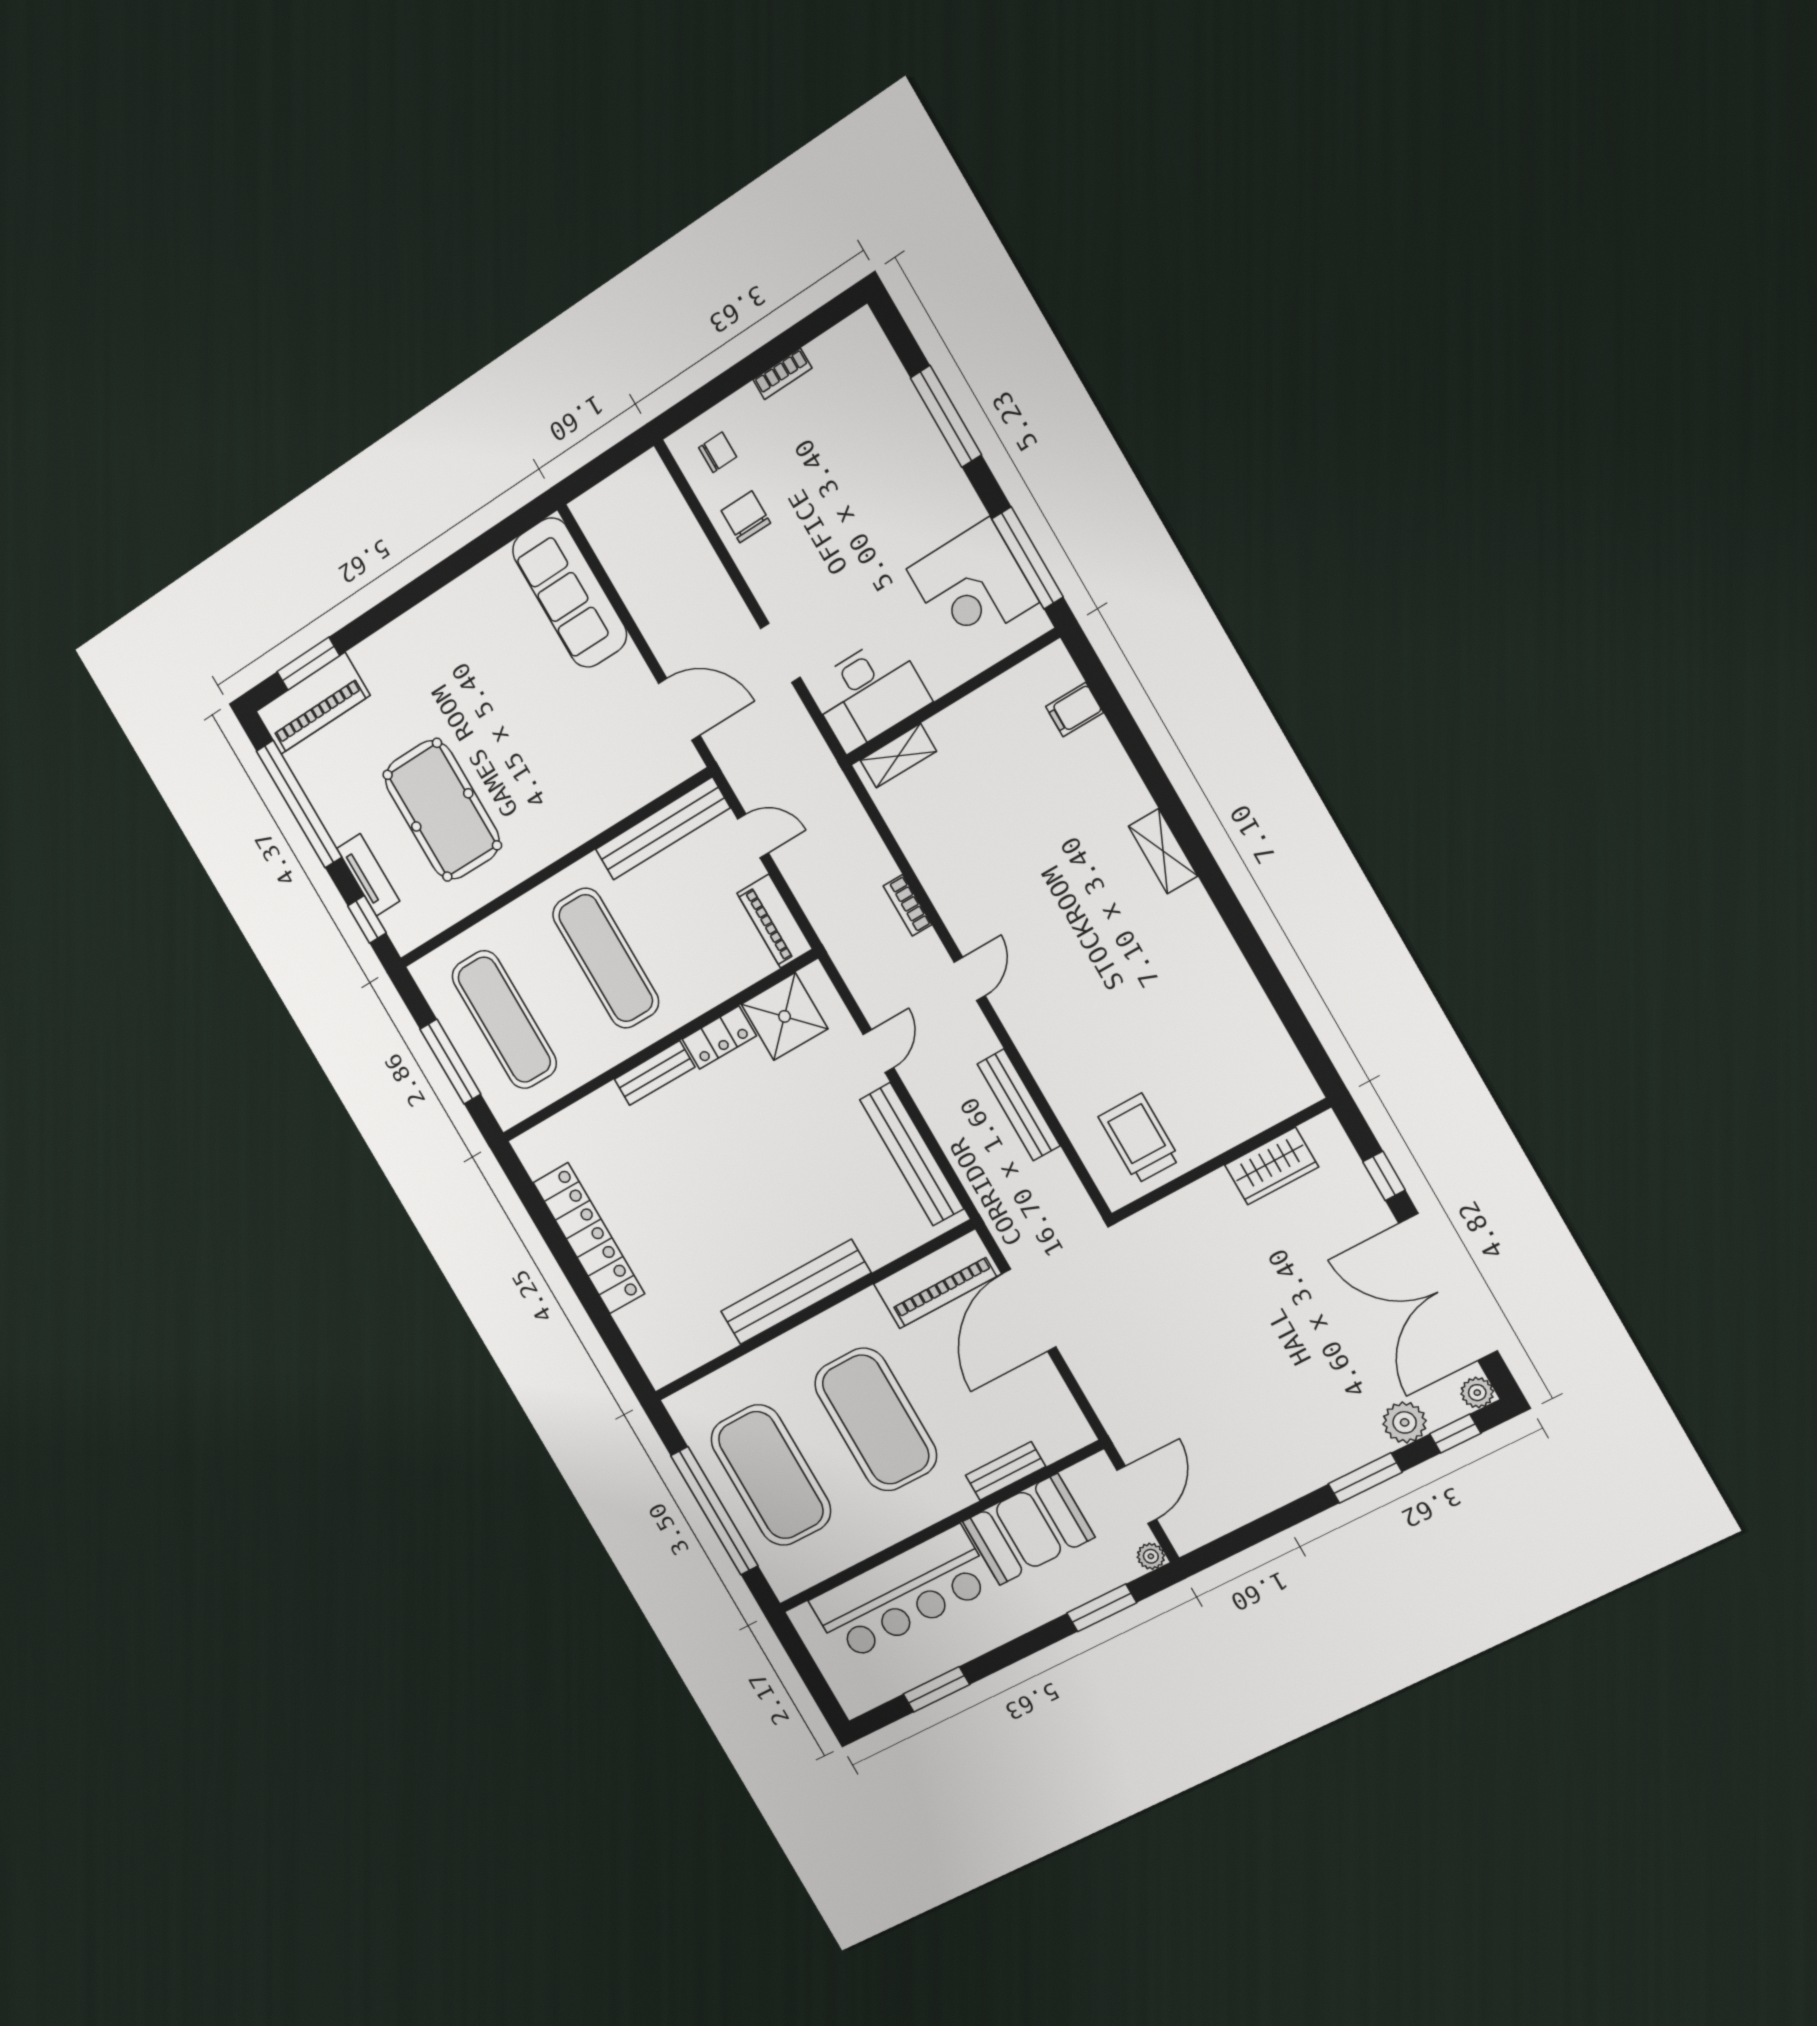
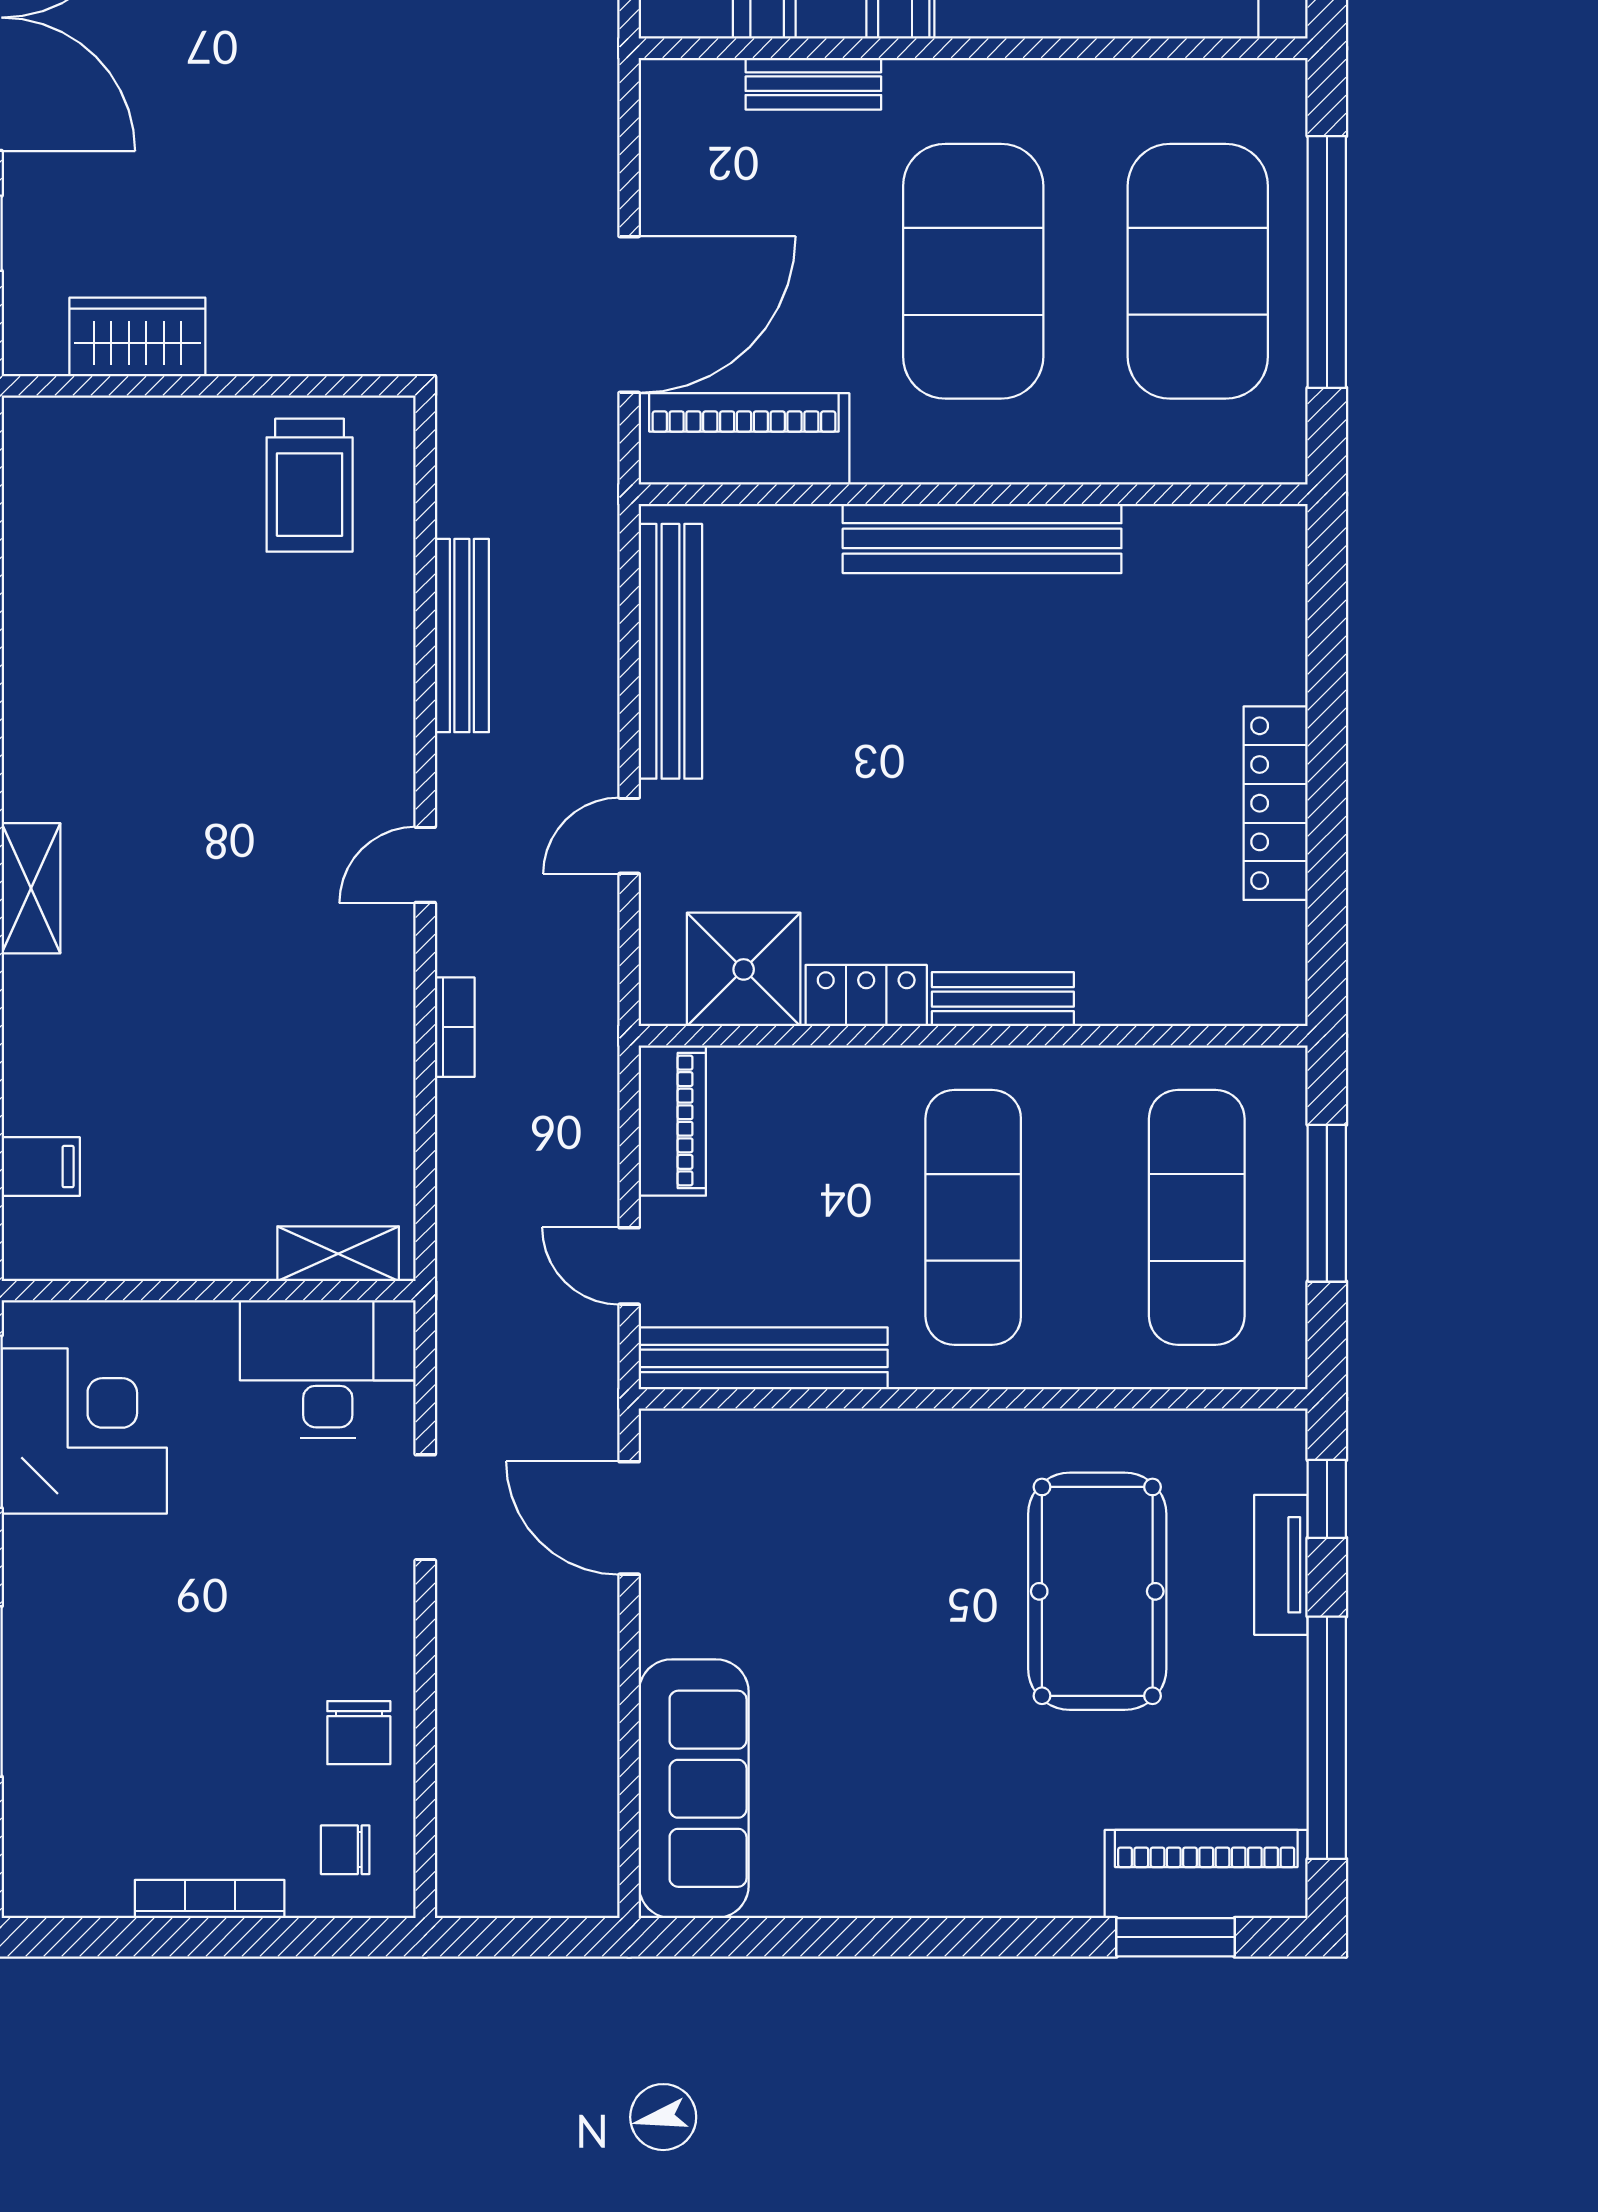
bookcase: (782, 374) -> (210, 1899), width x1.56
locker: (589, 1238) -> (1276, 803), width x0.71, depth x0.83

